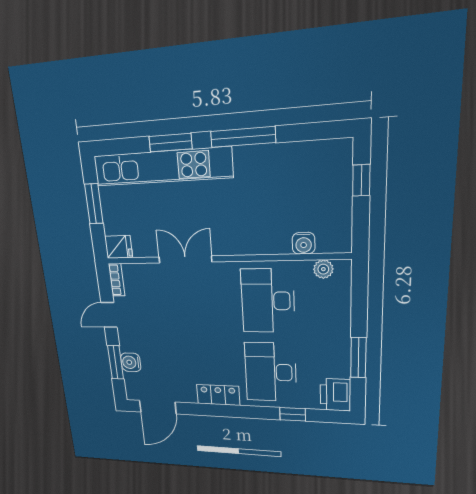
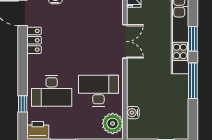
plant: (323, 269) -> (113, 123), width x1.87, depth x1.87
desk: (271, 372) -> (52, 91), turned 180
locker: (218, 395) -> (34, 40), moved

